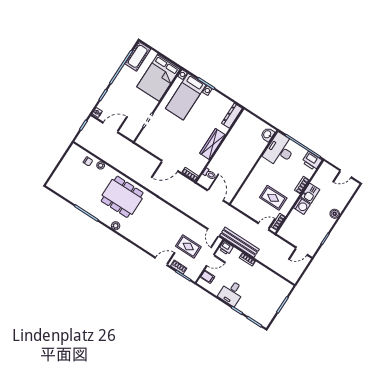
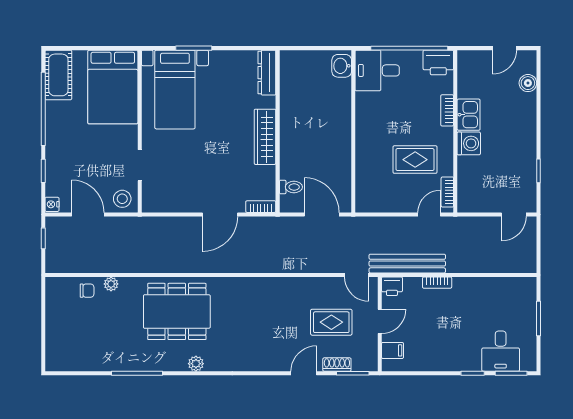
door: (110, 127) -> (88, 214), hinge flipped
stool: (130, 130) -> (122, 199), added
desk: (280, 150) -> (377, 70), width x0.73
boiler: (335, 214) -> (528, 83), moved
desk: (231, 293) -> (501, 351), moved

